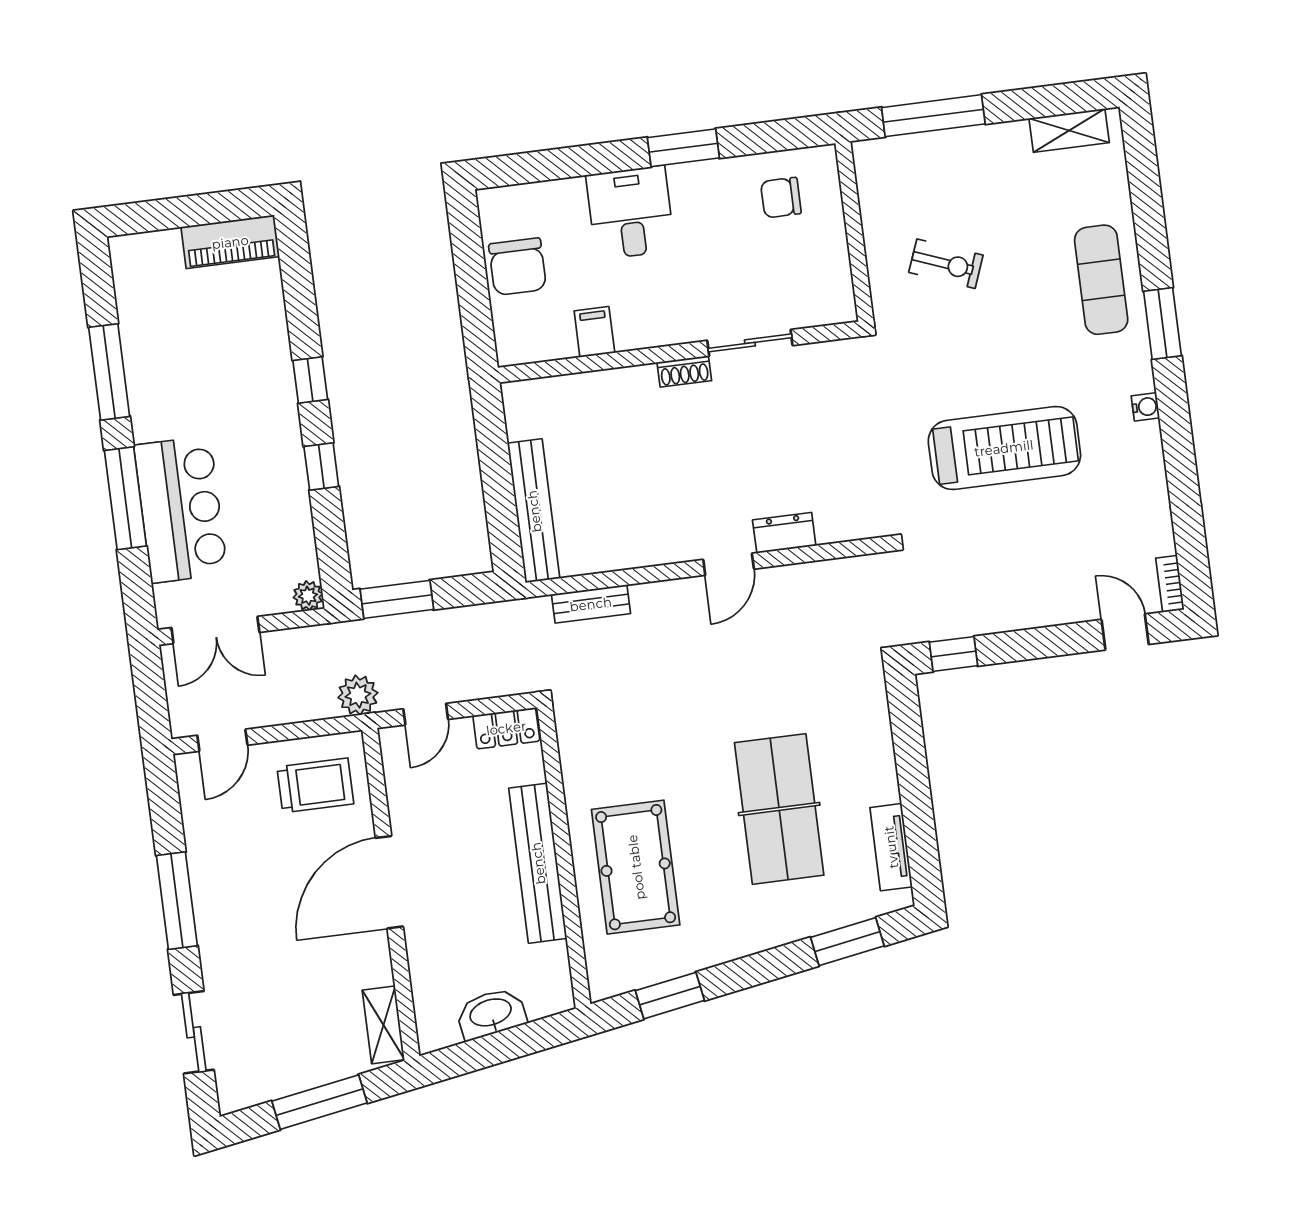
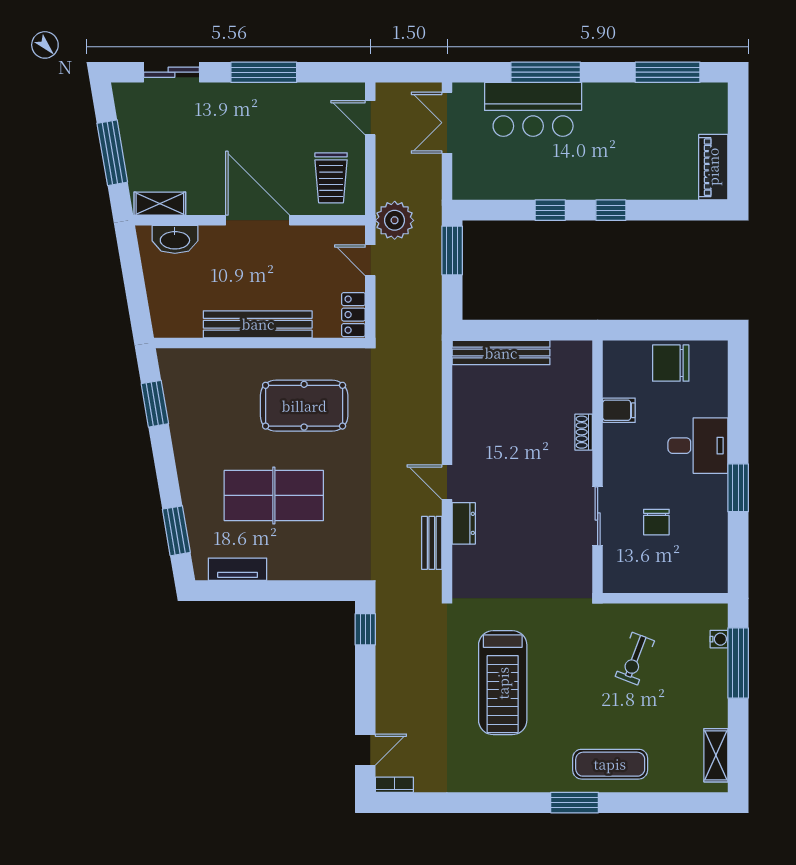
chair: (781, 198) -> (656, 522), moved, turned 180
shoe rack: (684, 371) -> (584, 432), moved
window: (109, 372) -> (668, 72), moved
water cooler: (1145, 407) -> (719, 639), moved, turned -90
plant: (308, 596) -> (462, 190), removed
bench: (591, 604) -> (432, 543), moved
plant: (358, 695) -> (395, 220), width x1.36, depth x1.36
pool table: (636, 867) -> (304, 406), moved
washbasin: (491, 1014) -> (175, 239), moved, turned 100

